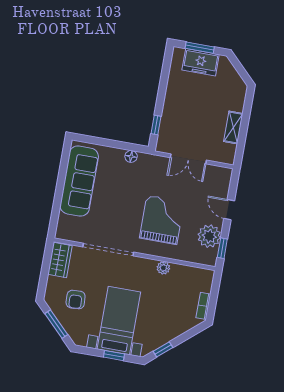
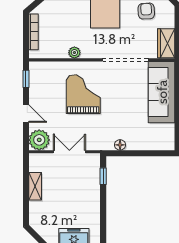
sofa: (79, 181) -> (162, 92), moved
grand piano: (162, 220) -> (83, 94), turned 180
plant: (209, 236) -> (39, 140), moved
bookcase: (203, 306) -> (33, 32), width x1.56

